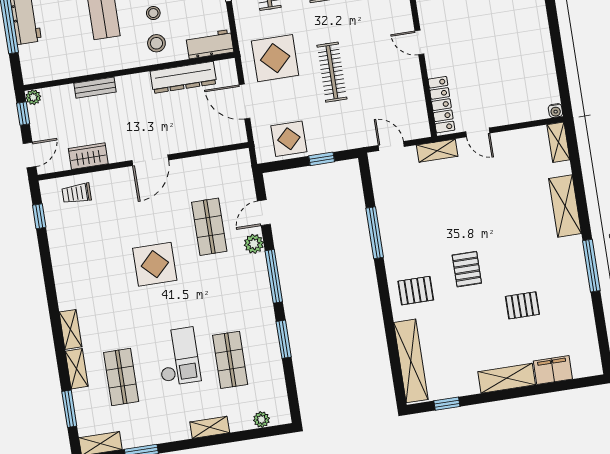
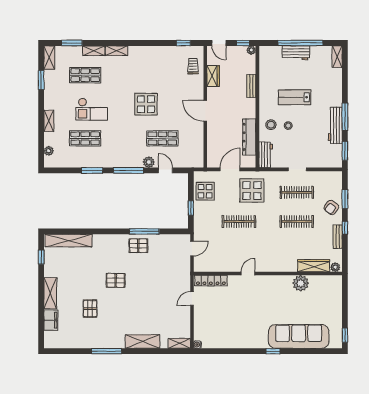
shelving: (437, 151) -> (185, 274), removed
pallet: (416, 291) -> (138, 246), moved, turned 90

